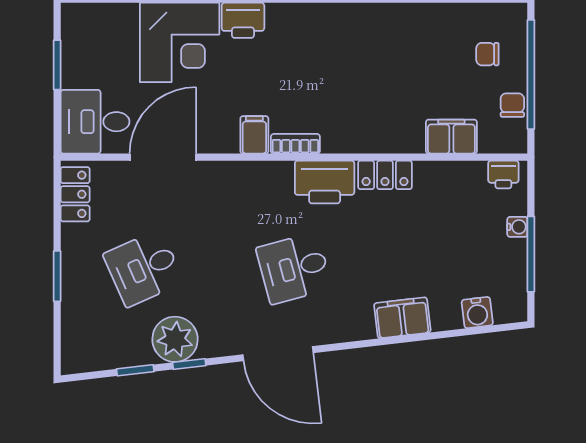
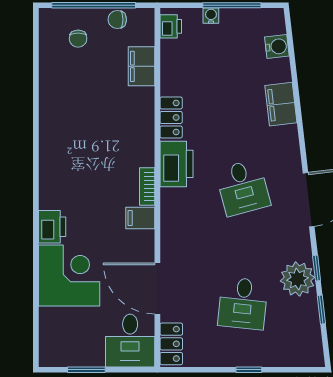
locker: (75, 194) -> (171, 344), moved, turned 90
desk: (143, 268) -> (243, 303), turned 30
window: (57, 276) -> (249, 370), width x0.67

